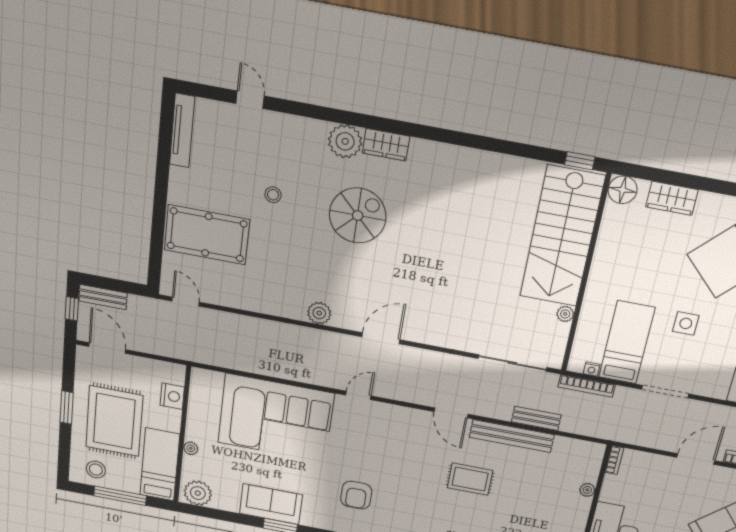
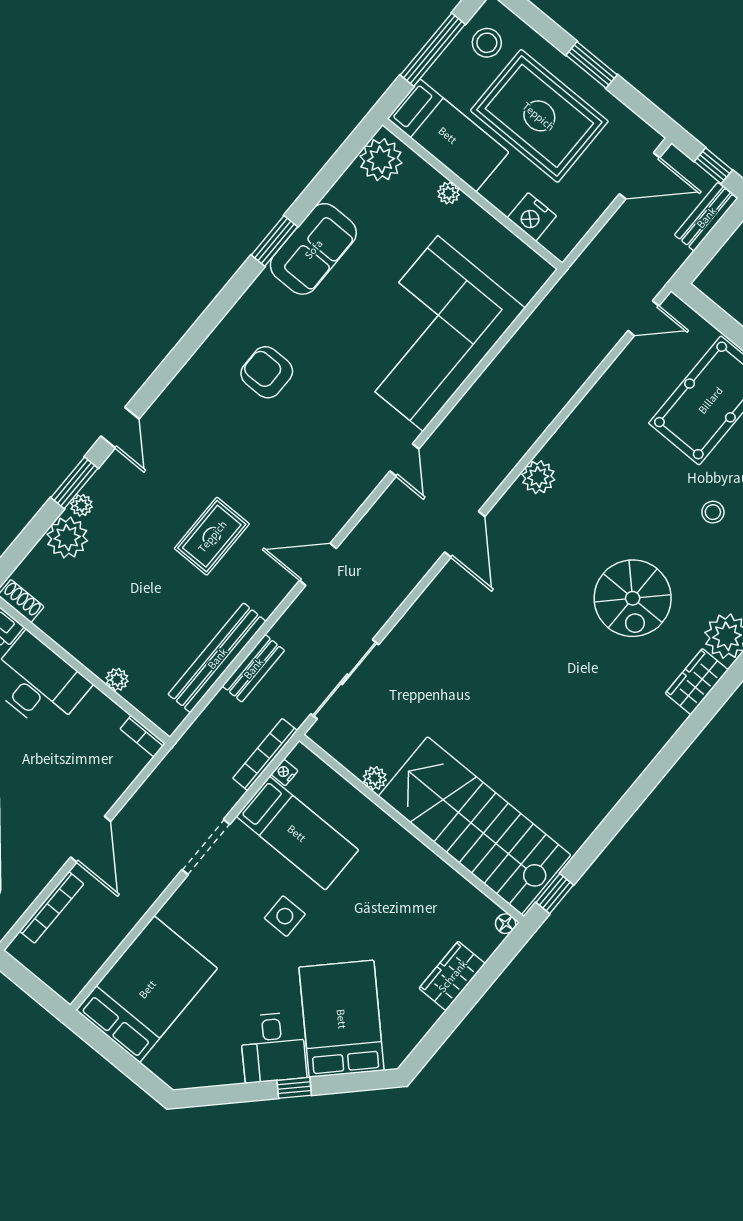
floor lamp: (623, 190) -> (506, 924), width x0.53, depth x0.53
bench: (512, 436) -> (217, 658), moved

